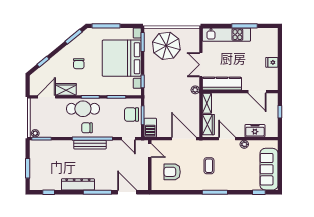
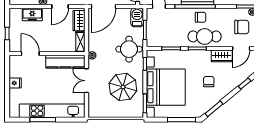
kitchen unit: (226, 35) -> (52, 111), width x1.36
parasol: (166, 46) -> (123, 87), moved
double door: (201, 65) -> (86, 81), swing flipped
round table: (158, 96) -> (129, 49), added
chair: (131, 115) -> (242, 27), moved
door: (184, 139) -> (103, 7), hinge flipped
door: (227, 139) -> (60, 7), hinge flipped

